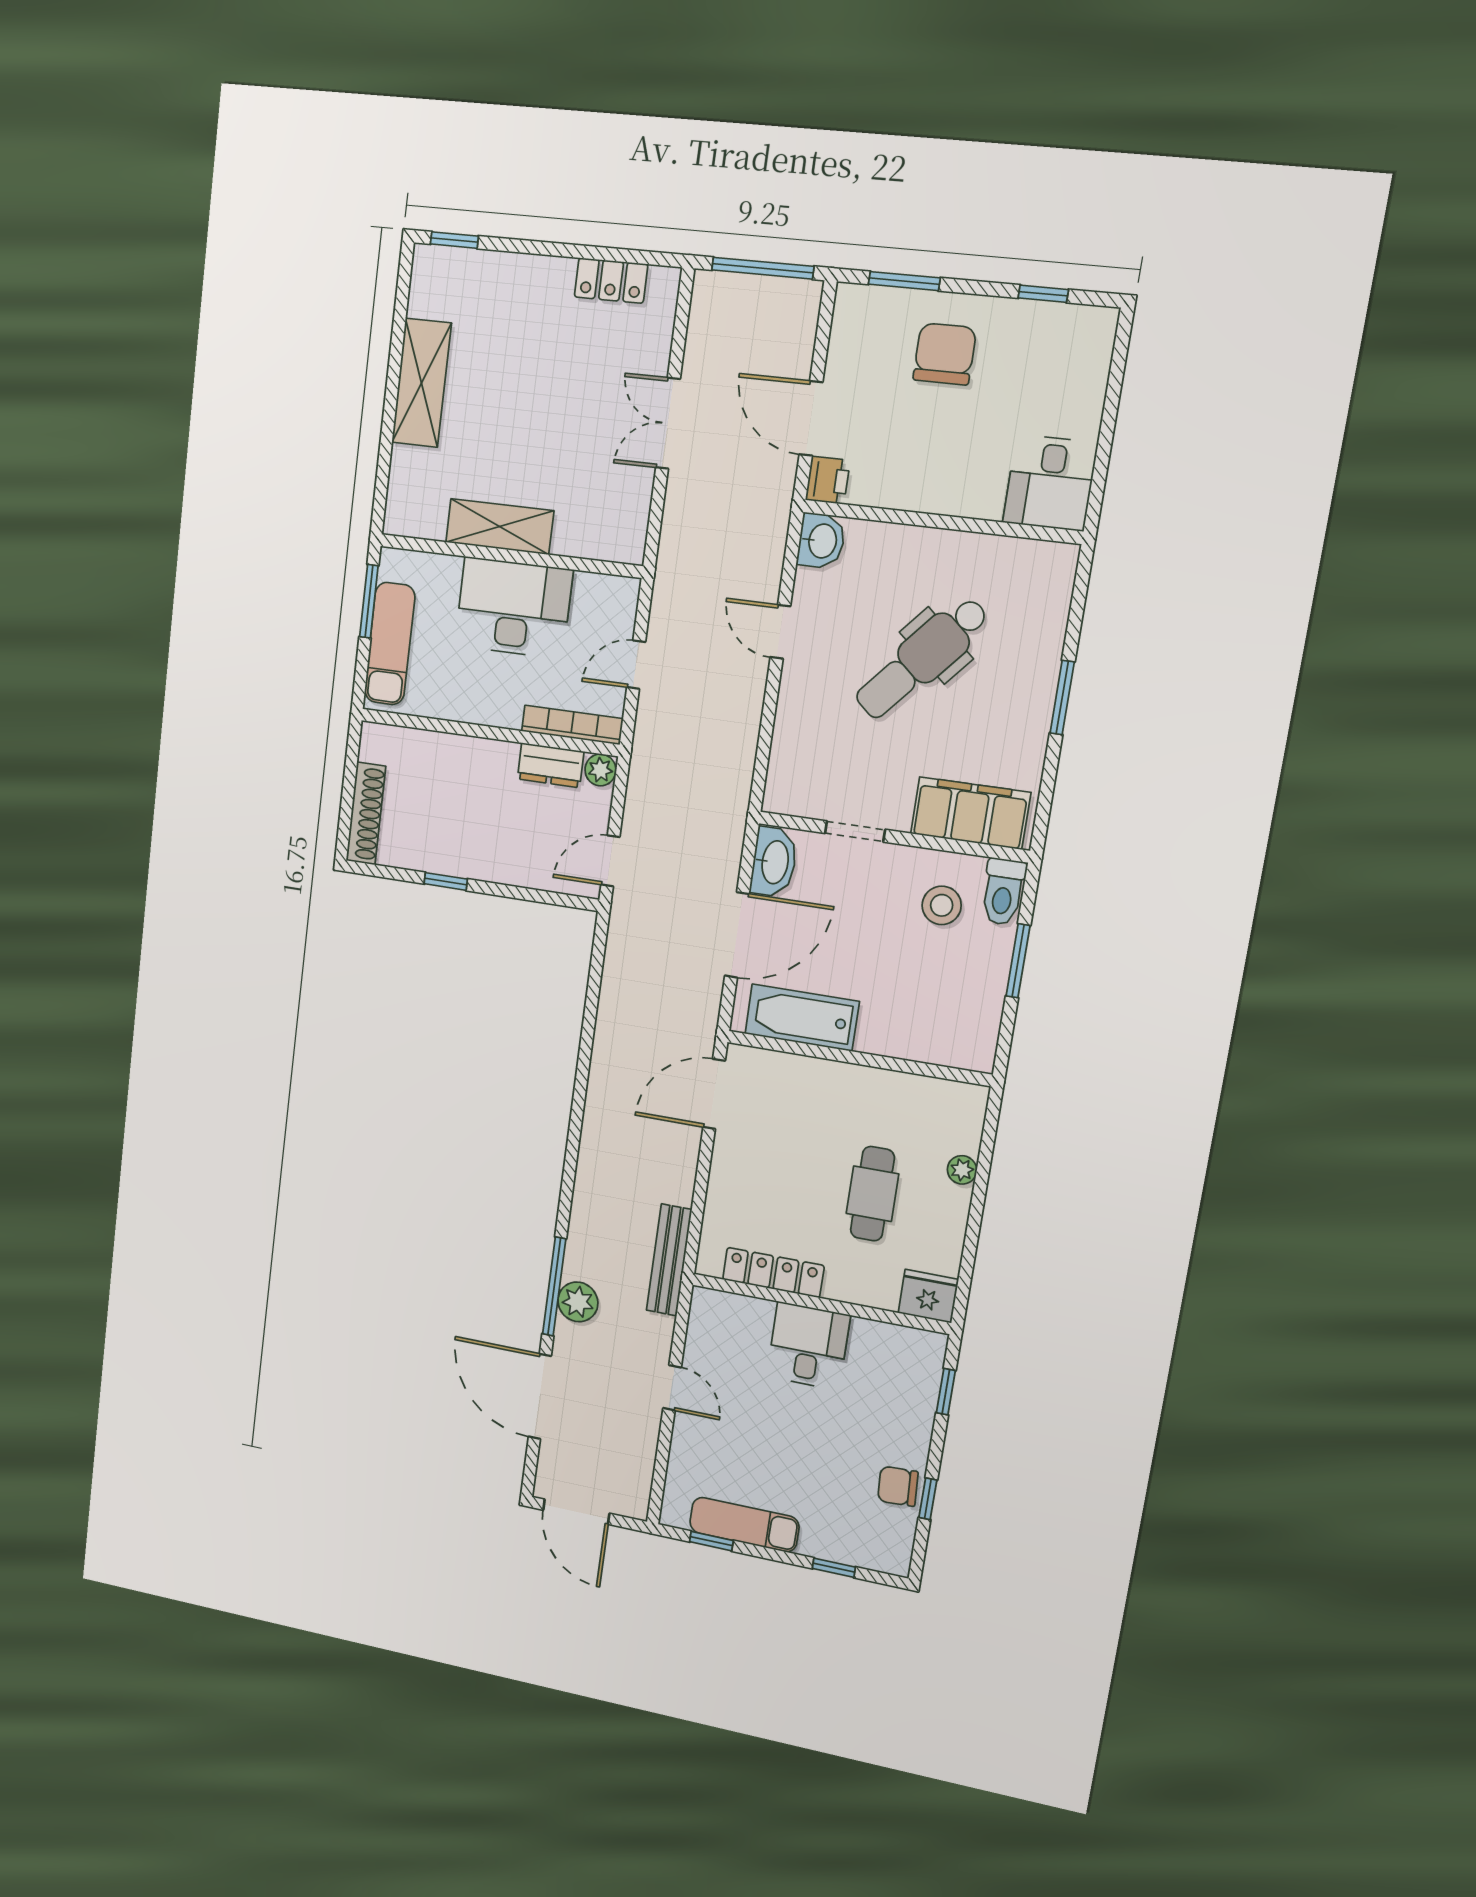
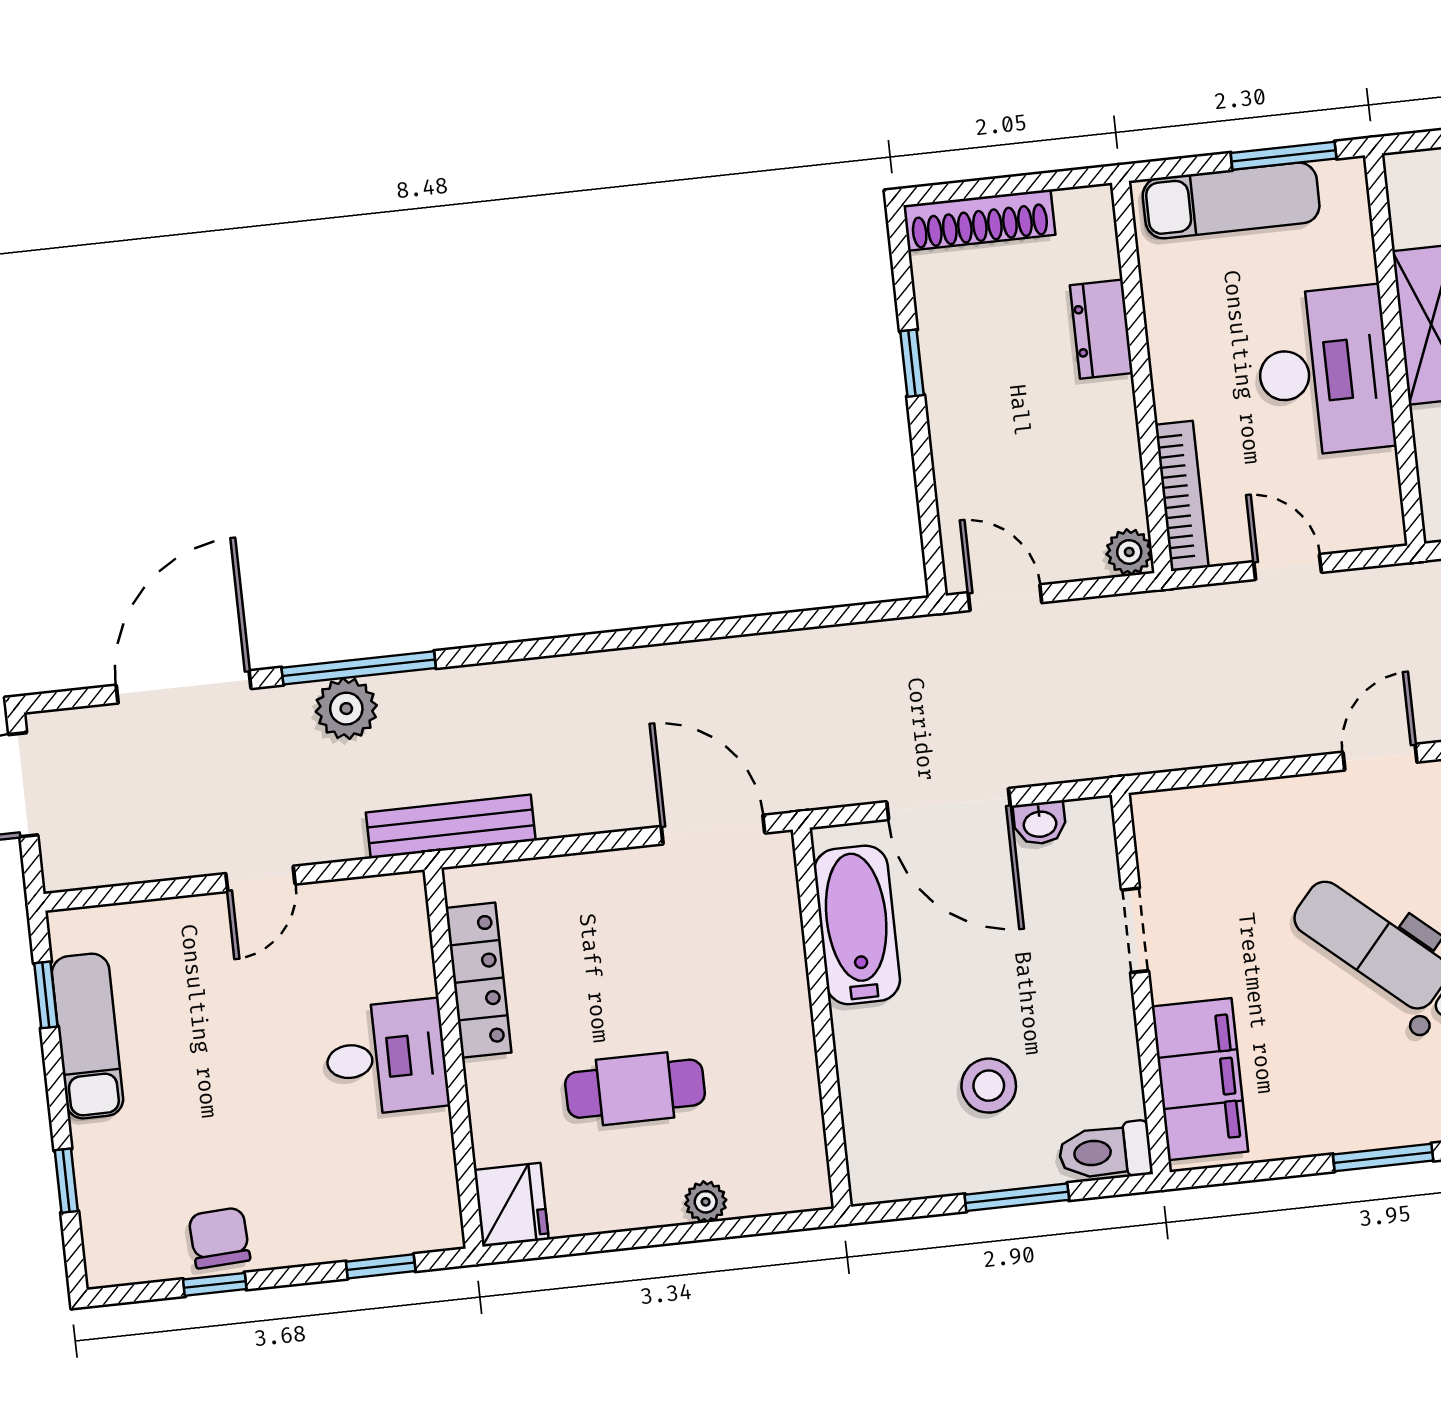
dresser: (551, 765) -> (1101, 329), moved
washbasin: (774, 862) -> (1040, 823), width x0.52, depth x0.69
stool: (942, 905) -> (989, 1086), moved

